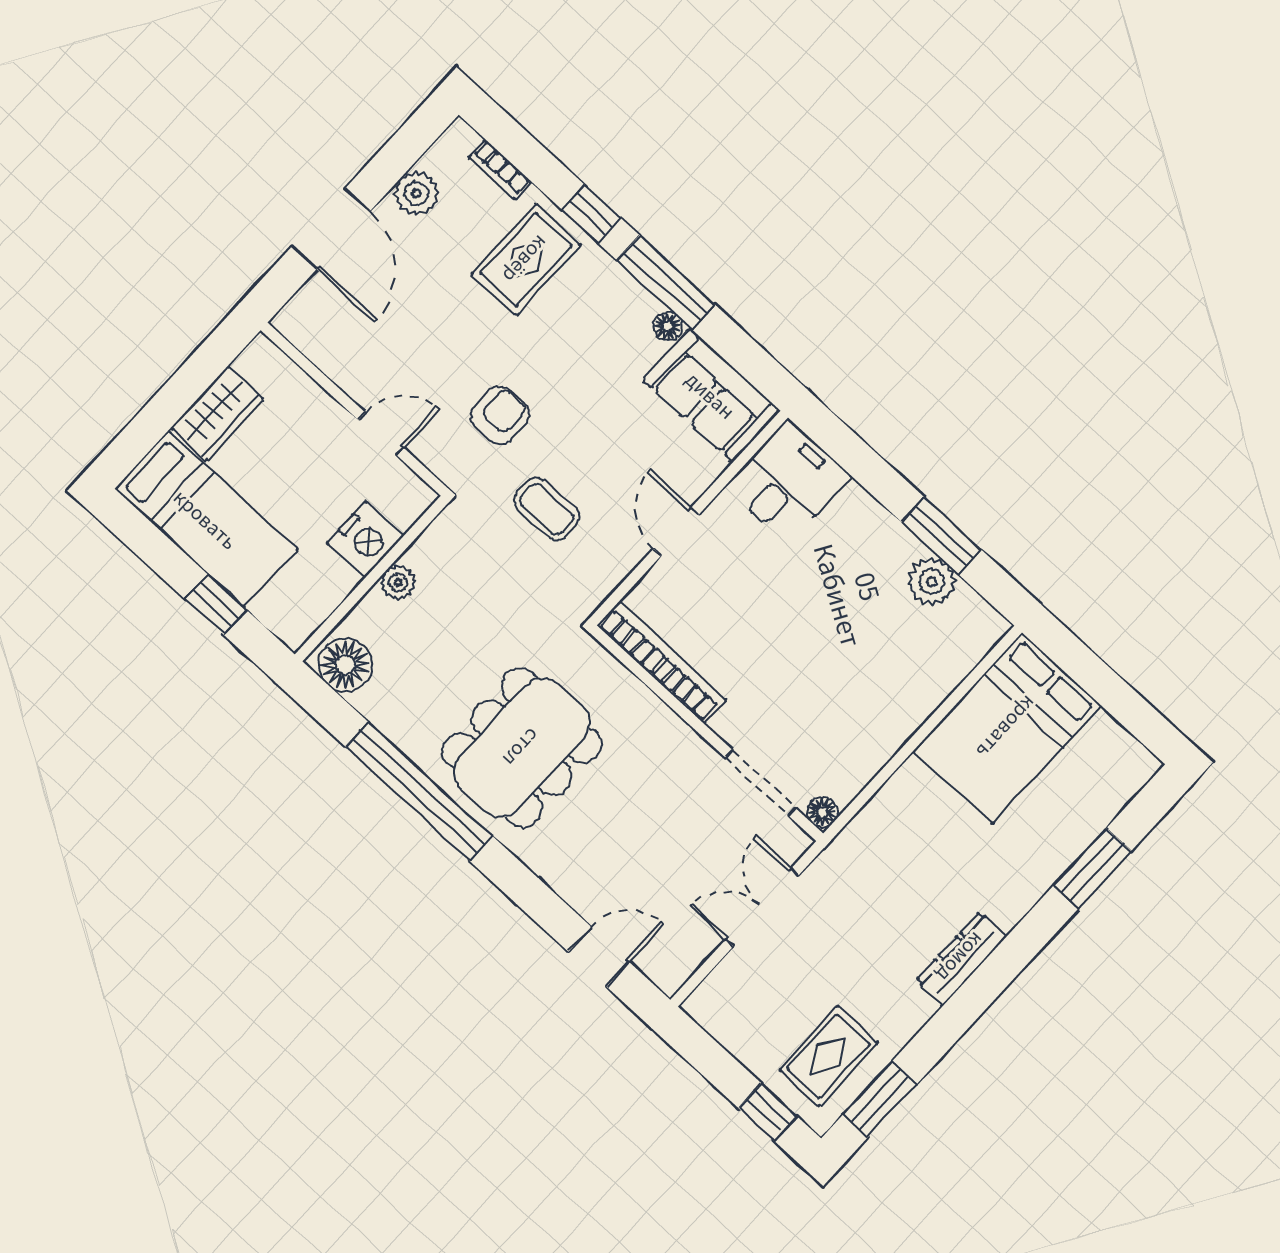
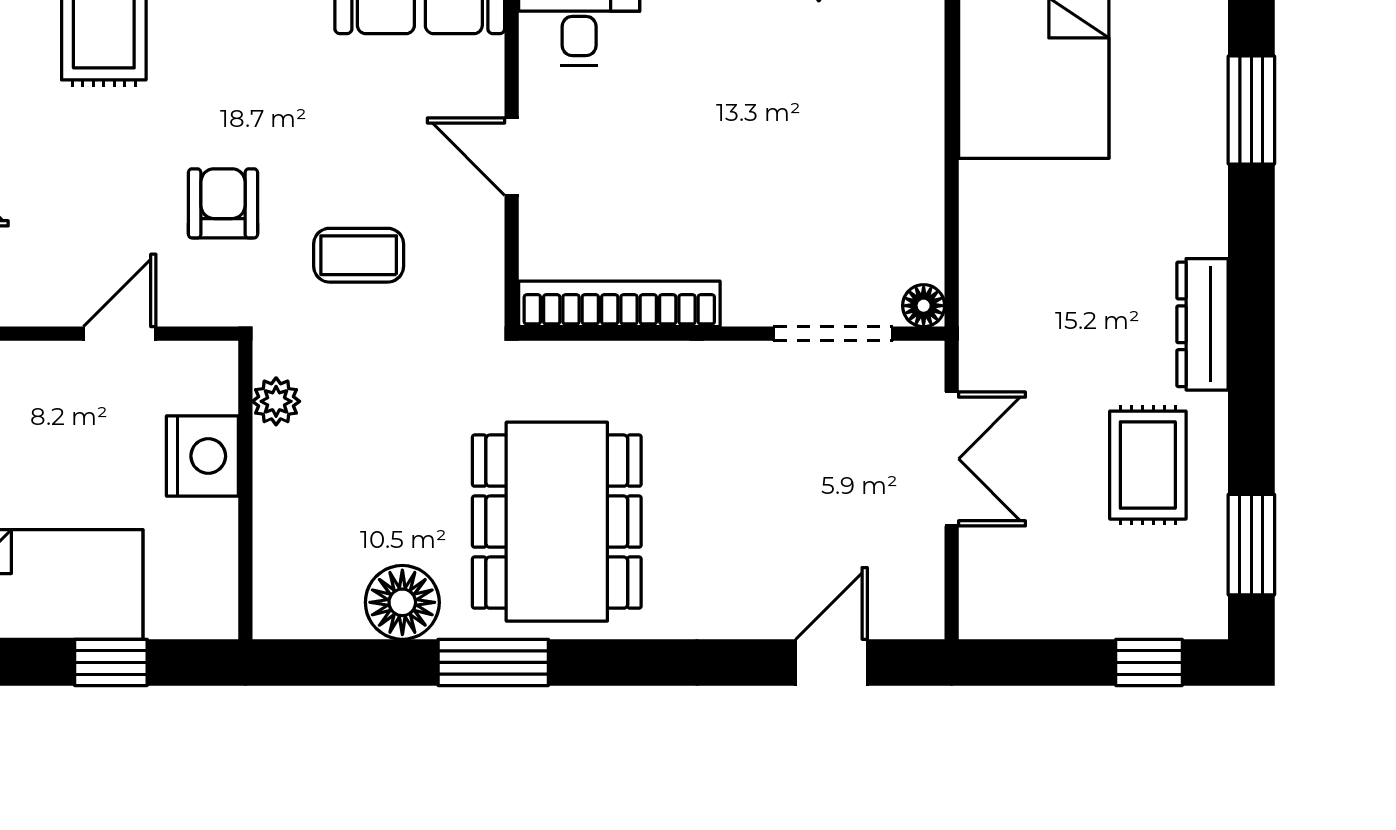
plant: (398, 583) -> (276, 401), moved
floor lamp: (345, 665) -> (402, 602), moved
window: (419, 792) -> (493, 662), width x0.47
double door: (762, 907) -> (952, 459), swing flipped
rug: (828, 1056) -> (1148, 465), moved

